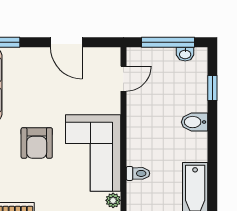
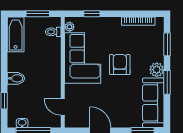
door: (123, 79) -> (63, 107), hinge flipped
toilet: (138, 173) -> (53, 32), moved

